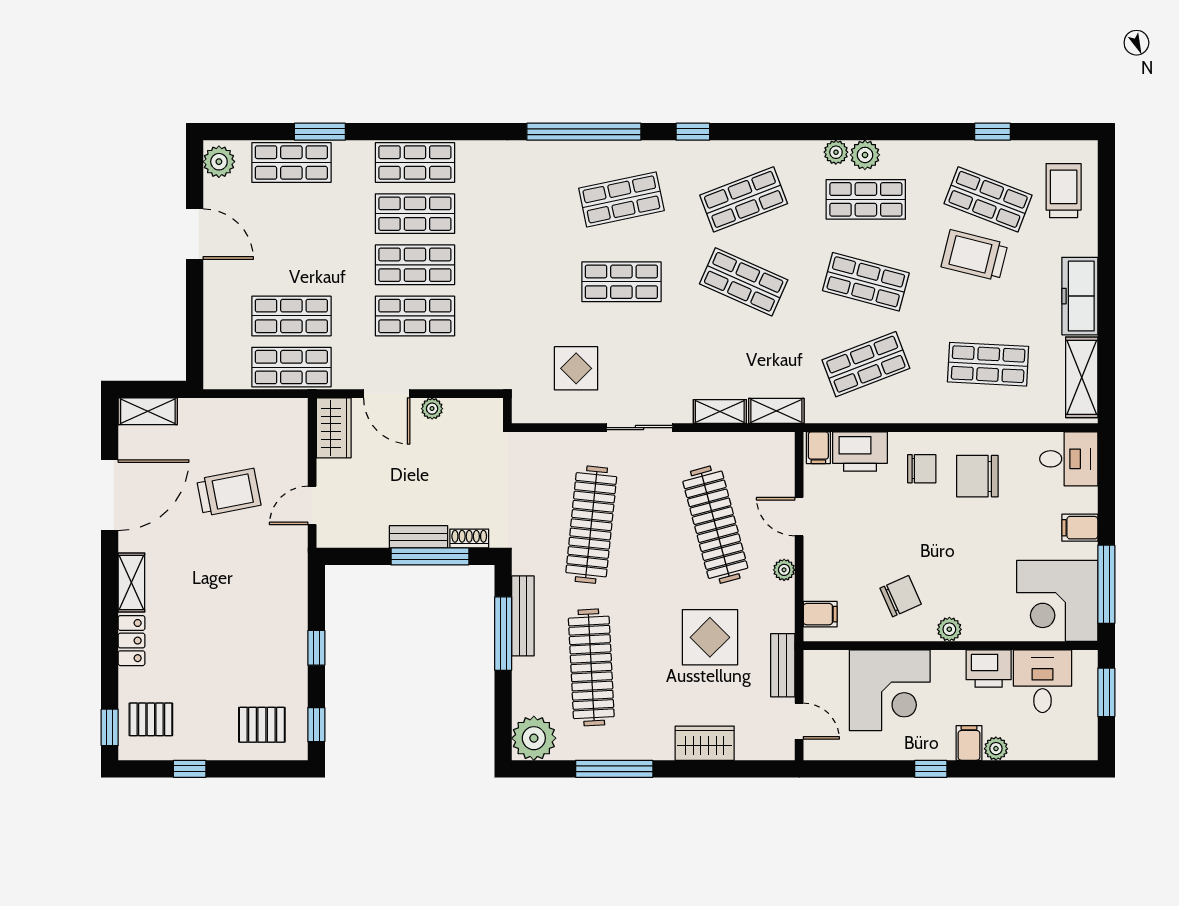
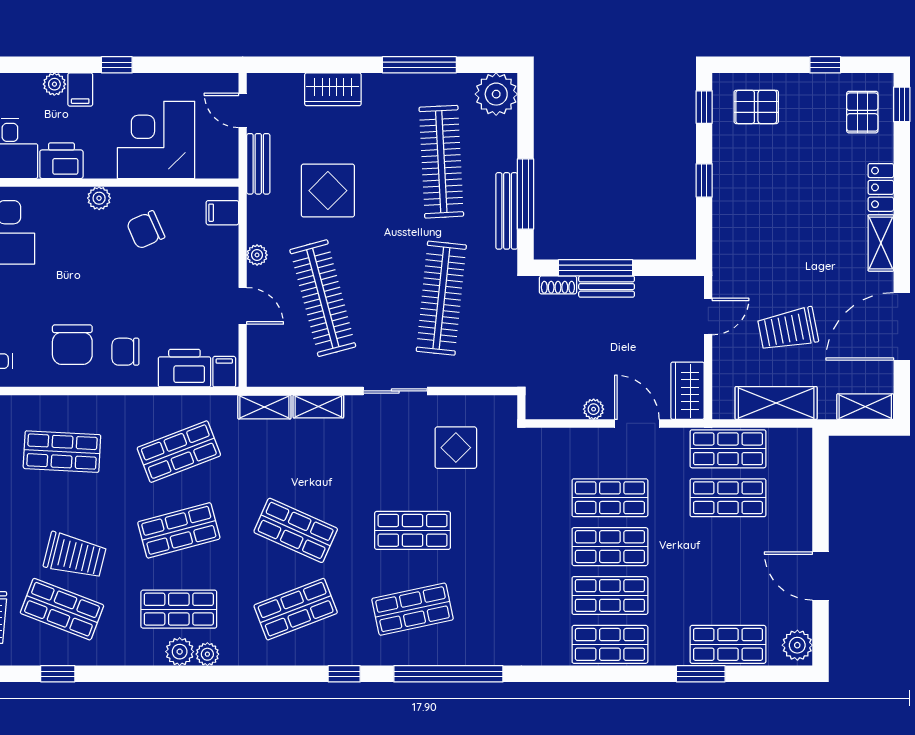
shop shelf: (866, 282) -> (179, 530), turned -30
shelving: (241, 415) -> (776, 403), added
chair: (977, 476) -> (72, 345), turned 90
pallet: (151, 719) -> (862, 112), turned 90

